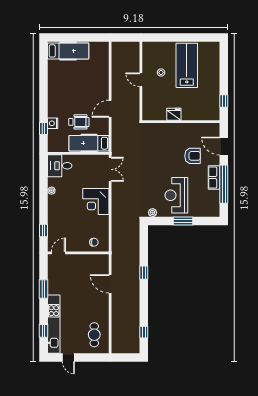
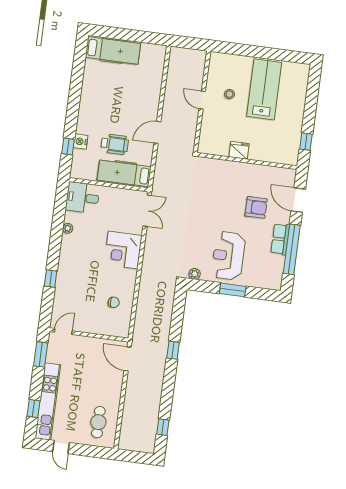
door: (58, 253) -> (63, 331), moved
wall: (78, 253) -> (89, 335), moved

